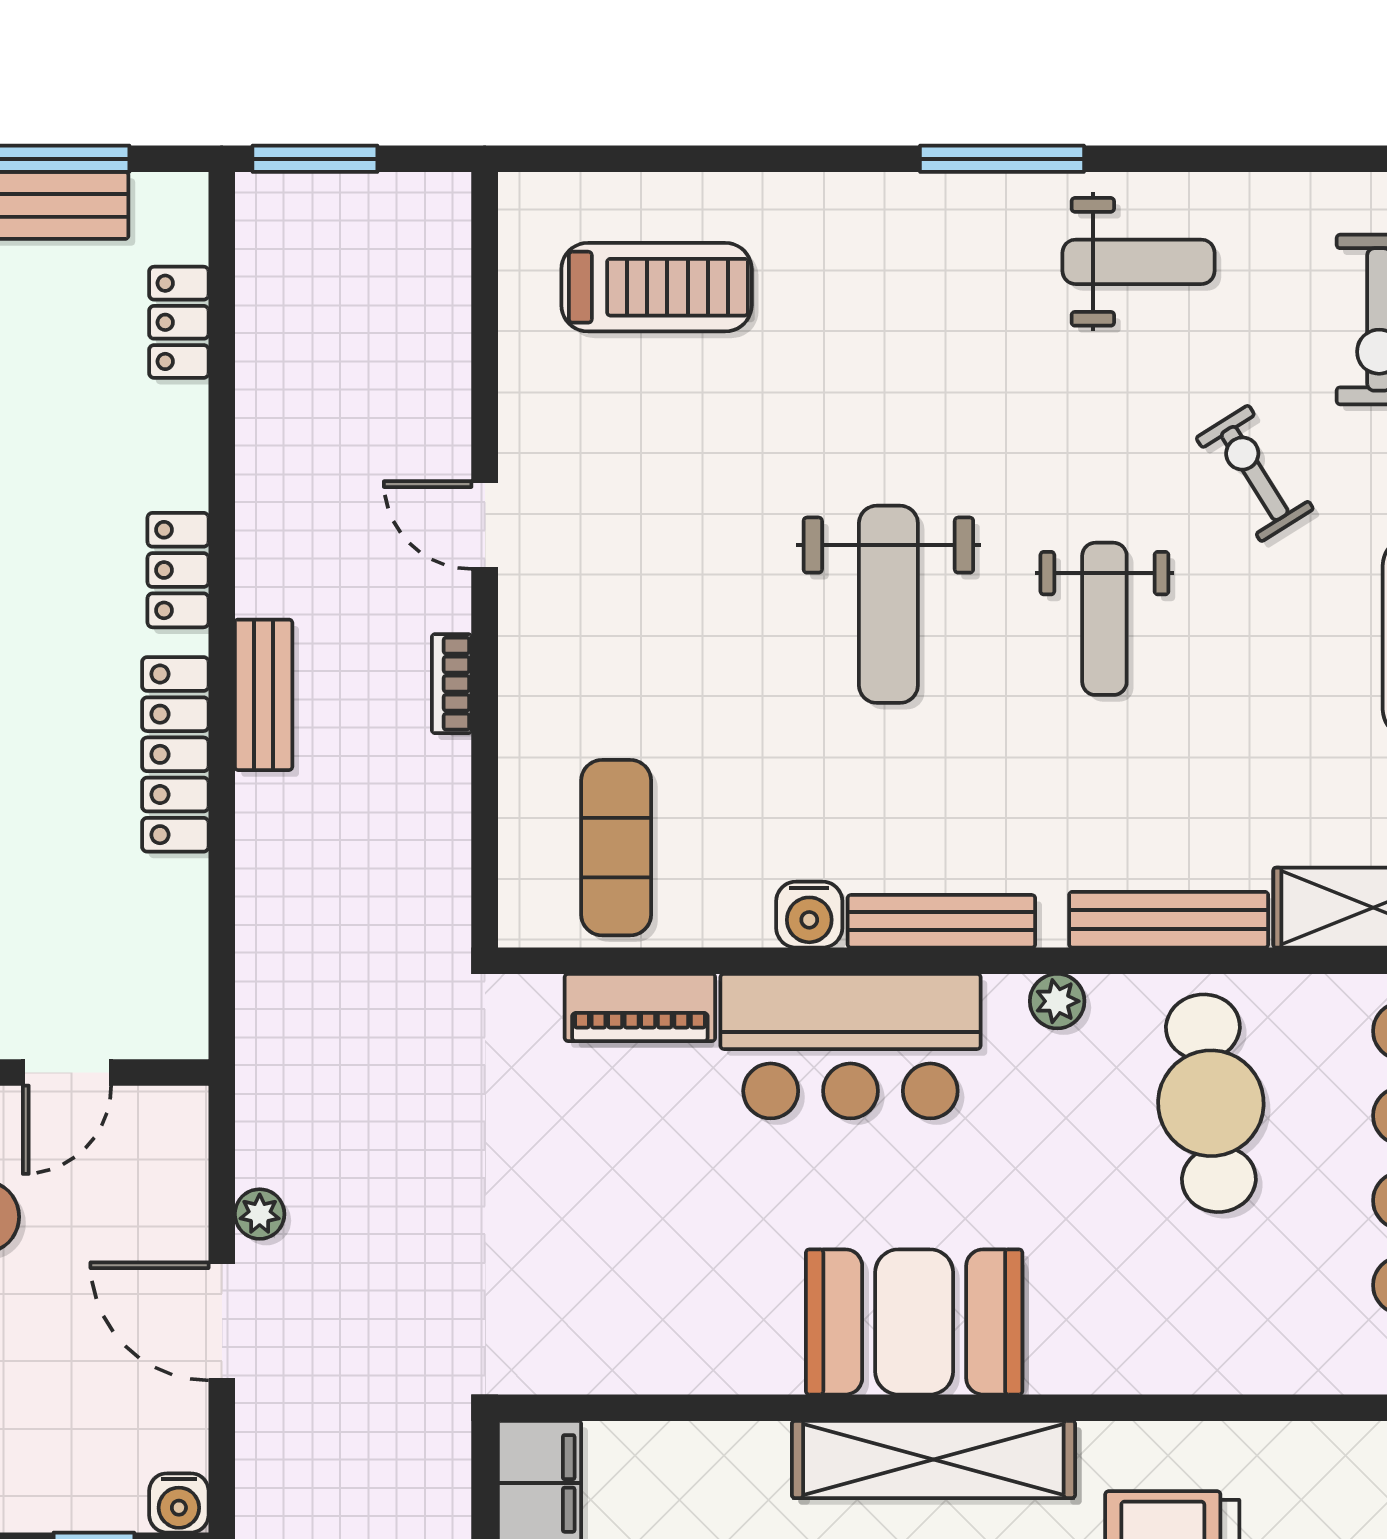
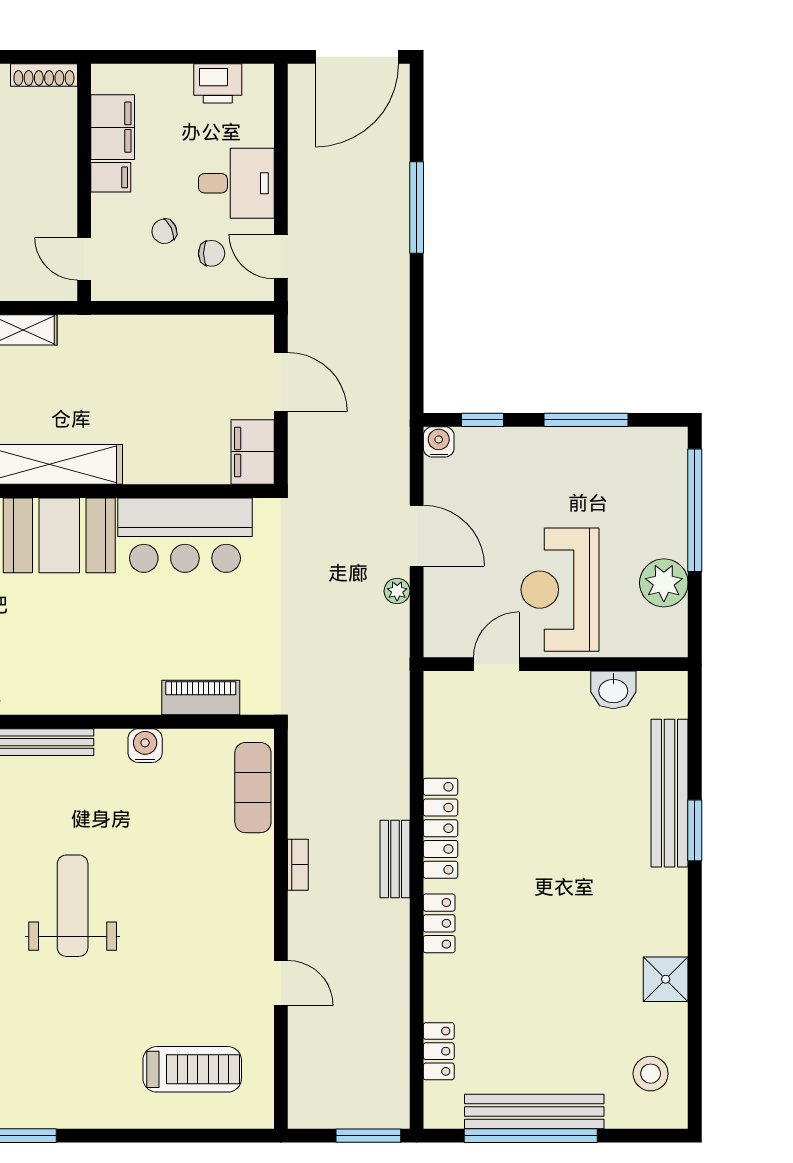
treadmill: (657, 287) -> (192, 1069), turned 180
door: (485, 525) -> (281, 983), moved
exercise mat: (616, 848) -> (253, 788), moved
water cooler: (809, 915) -> (145, 746), moved
bar counter: (850, 1046) -> (185, 535), moved, turned 180

